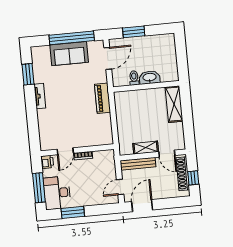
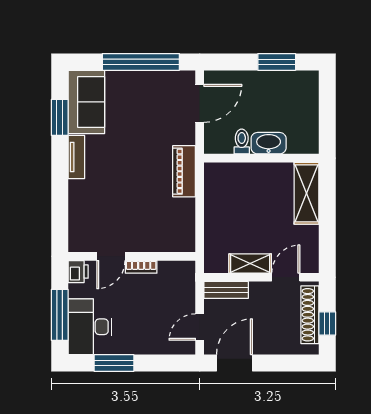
window: (134, 32) -> (277, 62), moved
sofa: (69, 54) -> (86, 102), moved, turned -90
door: (167, 154) -> (286, 277), swing flipped
bench: (138, 164) -> (226, 290), width x0.73

